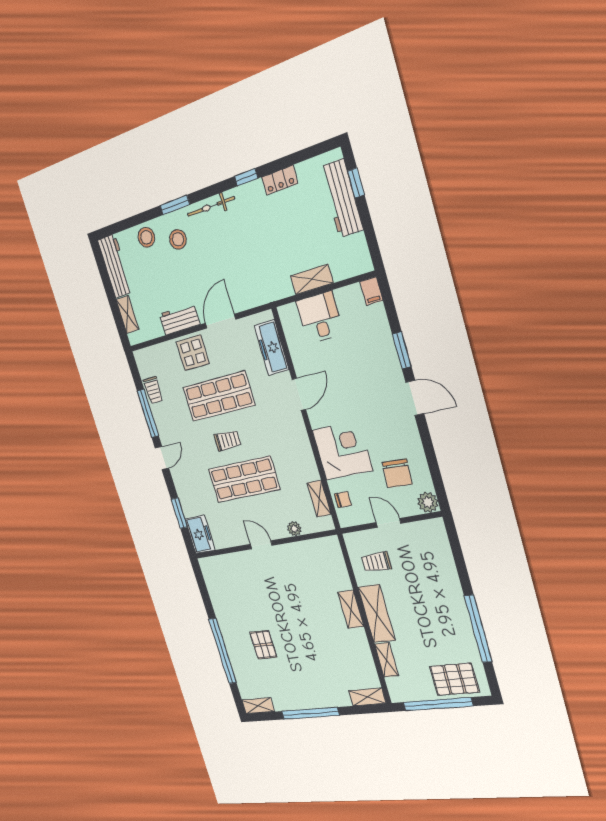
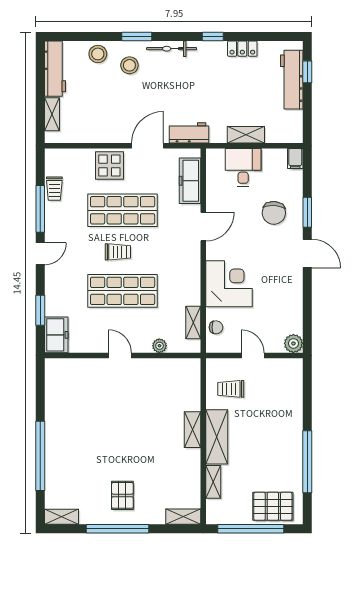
workbench: (180, 319) -> (189, 133), moved
chair: (397, 473) -> (274, 213), moved
pallet: (263, 645) -> (122, 495), moved

